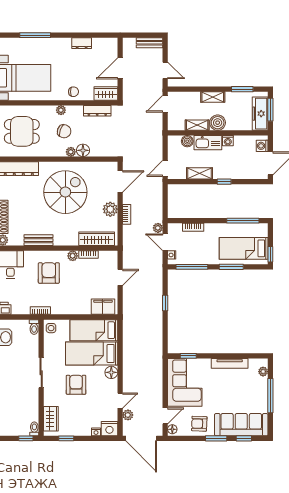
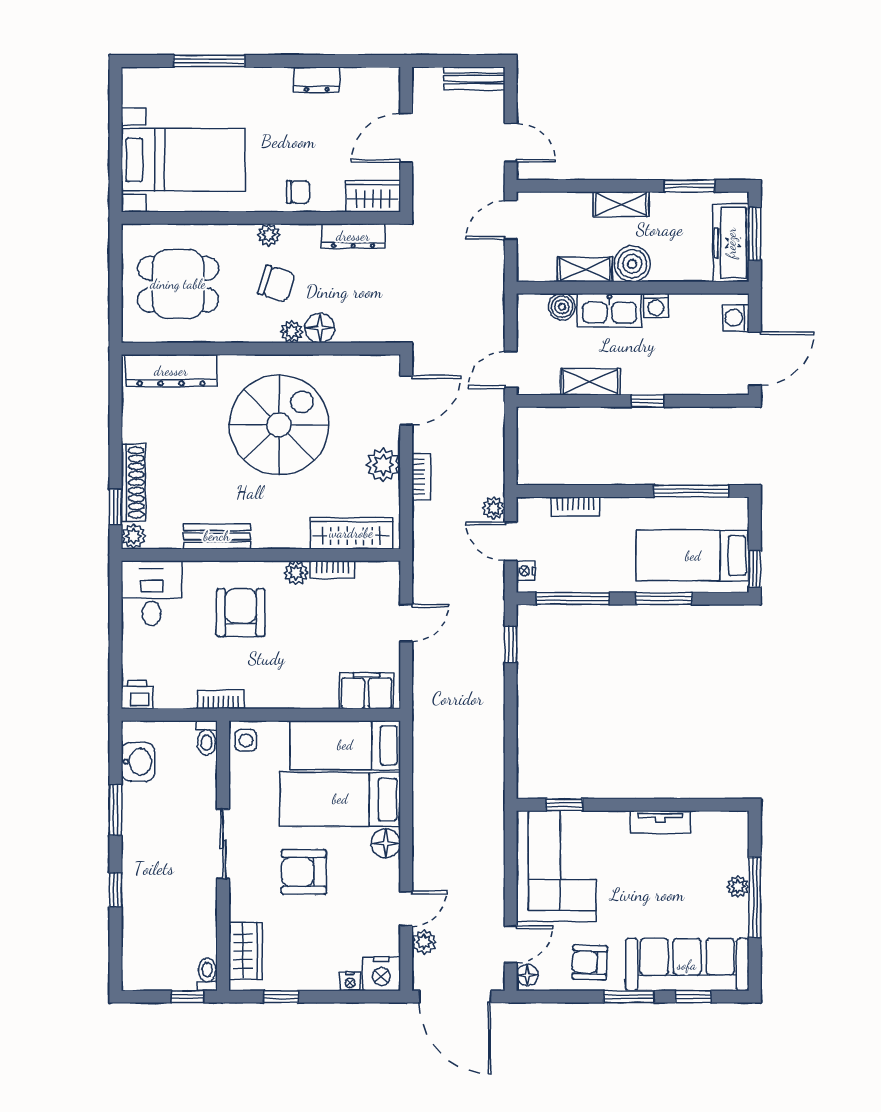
window: (165, 303) -> (511, 644), moved
tv unit: (230, 363) -> (660, 822), width x0.71
plant: (263, 372) -> (738, 887), moved
armchair: (76, 385) -> (304, 872), turned -90

